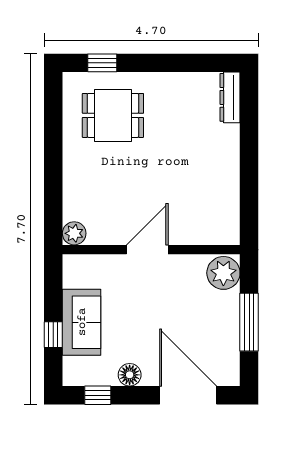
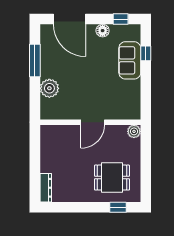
plant: (74, 233) -> (134, 131), moved
door: (147, 250) -> (93, 122), moved
wall: (151, 250) -> (90, 122), moved

